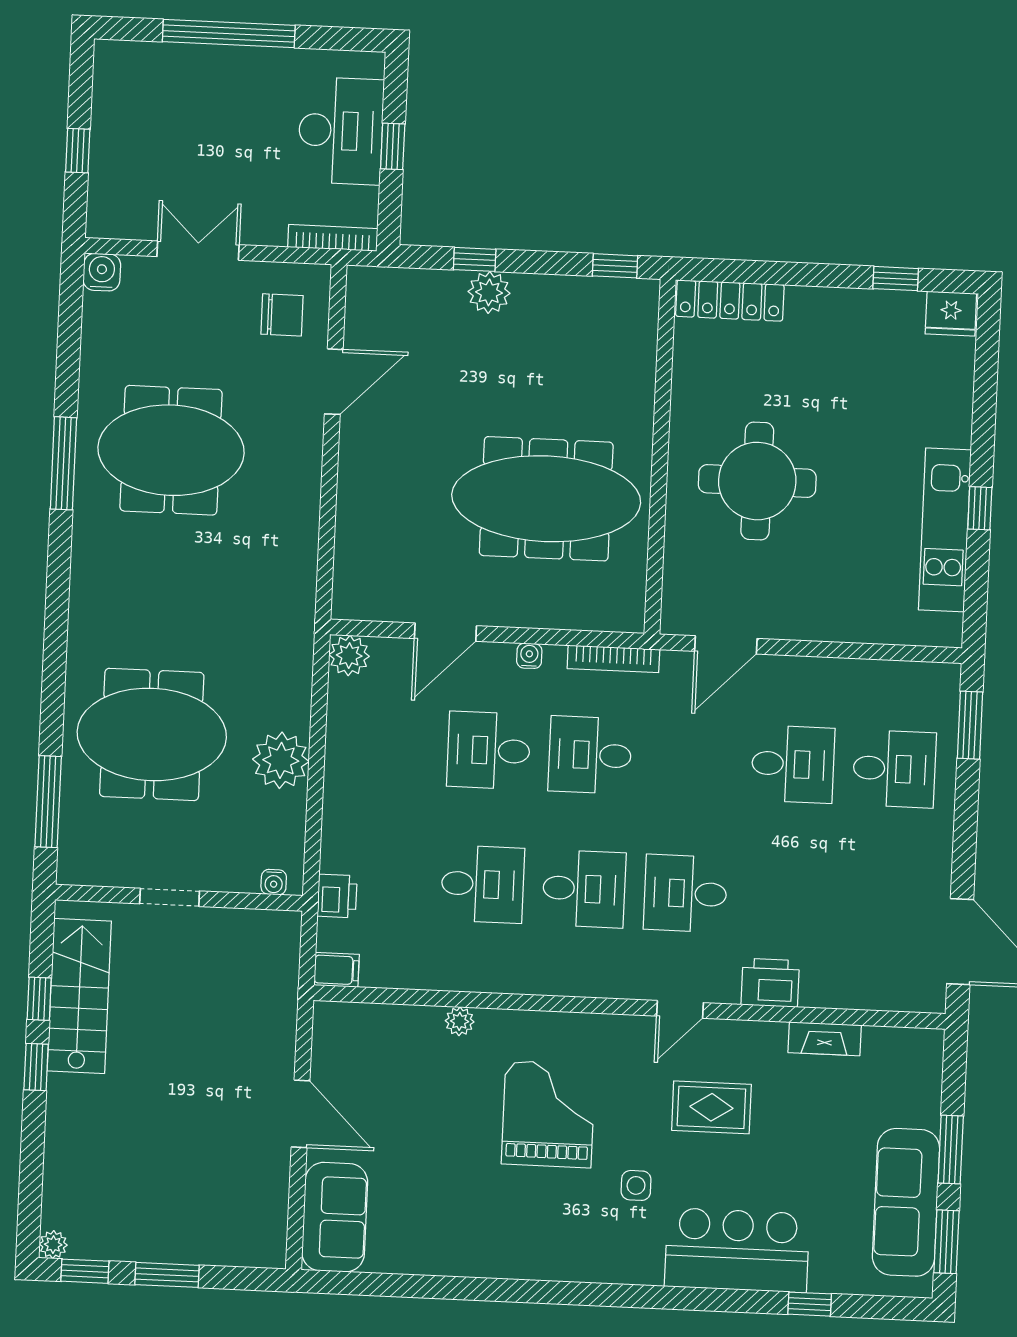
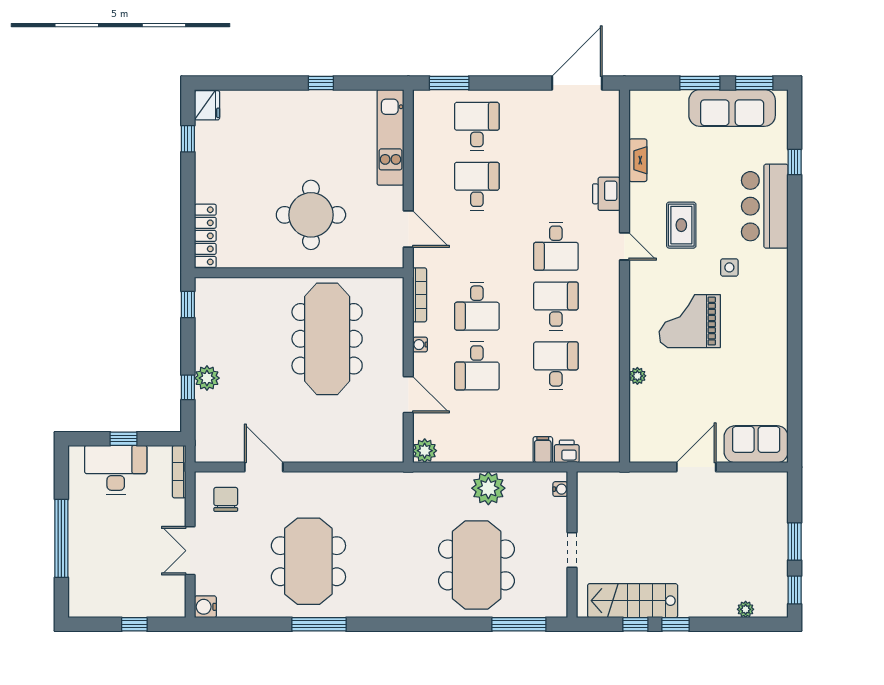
kitchen unit: (945, 530) -> (391, 137), moved, turned 90
filing cabinet: (337, 970) -> (543, 450), moved
plant: (53, 1245) -> (746, 609), moved

